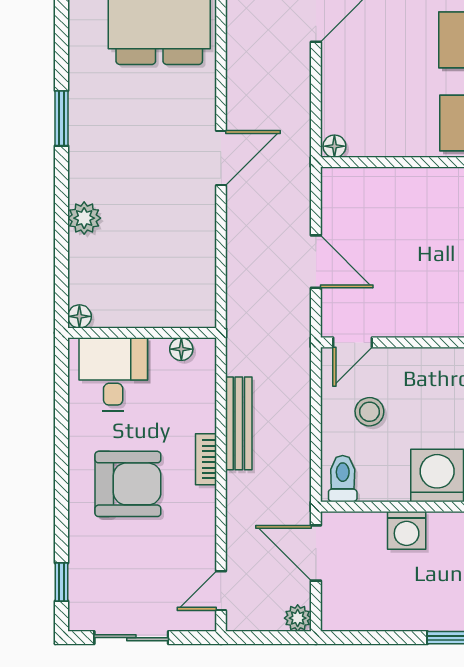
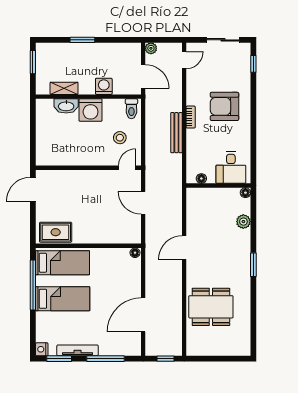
floor lamp: (79, 316) -> (245, 193), moved
wall: (142, 333) -> (218, 186), moved
floor lamp: (181, 349) -> (201, 179), moved
desk: (113, 374) -> (231, 168), moved

